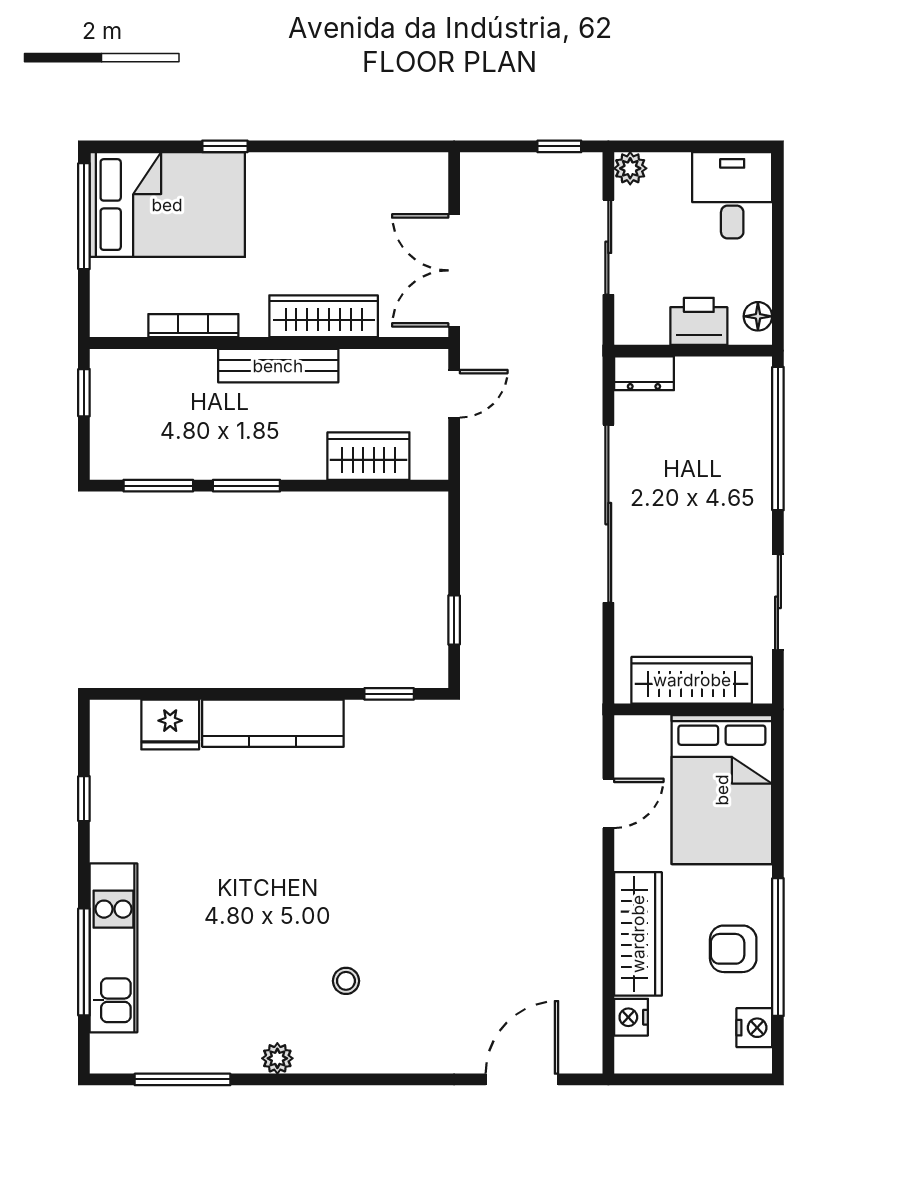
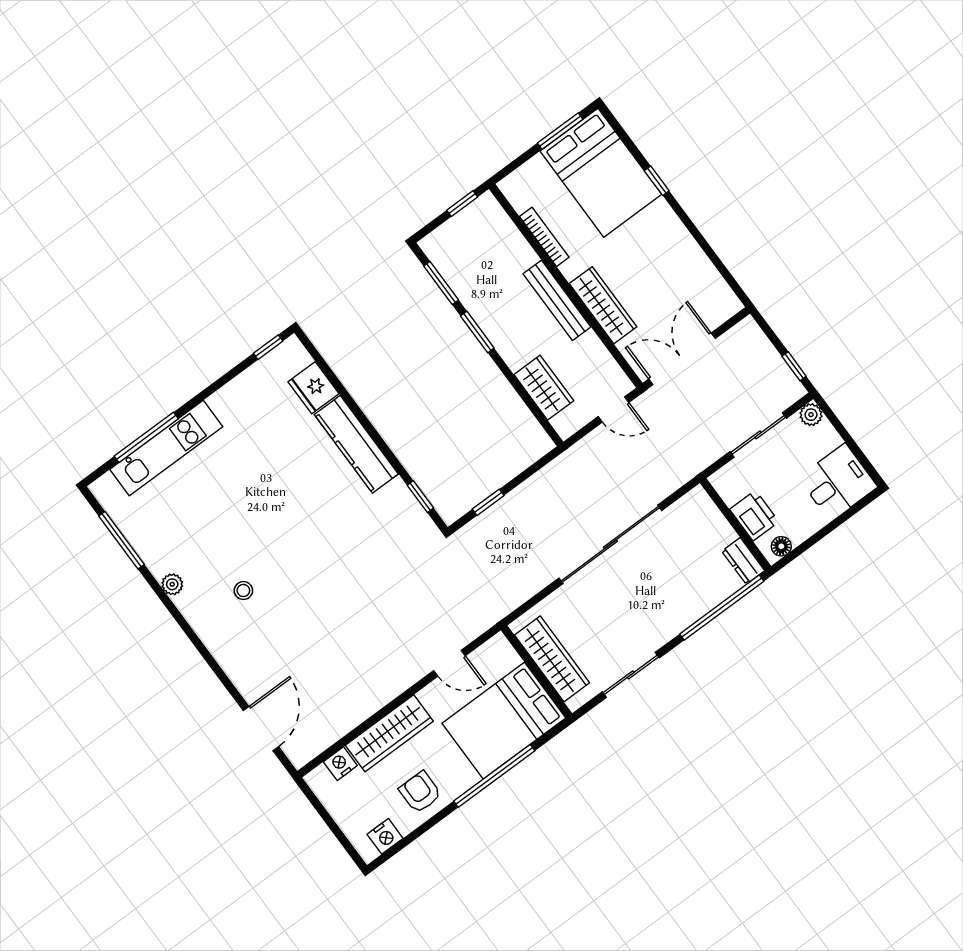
window: (84, 216) -> (560, 131), width x0.69
dresser: (644, 373) -> (743, 561), moved
window: (84, 799) -> (268, 347), moved
window: (778, 947) -> (494, 776), moved
door: (522, 1079) -> (261, 729), hinge flipped

